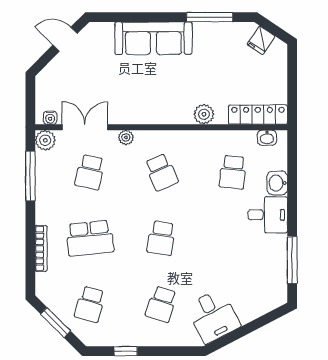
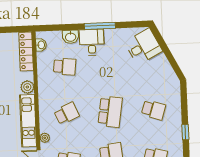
kitchen unit: (153, 113) -> (28, 121), added
school desk: (161, 238) -> (110, 112), width x1.85
window: (292, 260) -> (100, 26), moved
desk: (213, 316) -> (143, 47), moved

